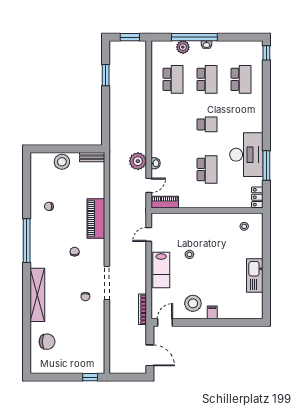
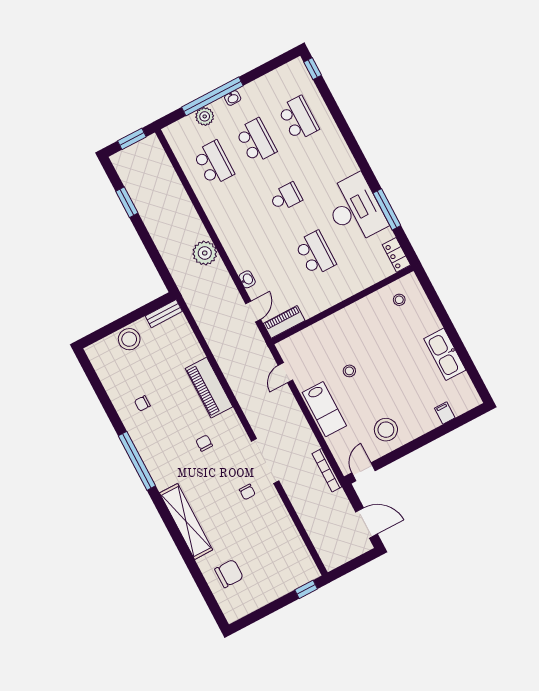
plant: (138, 161) -> (205, 253), moved
filing cabinet: (212, 312) -> (445, 413), moved

